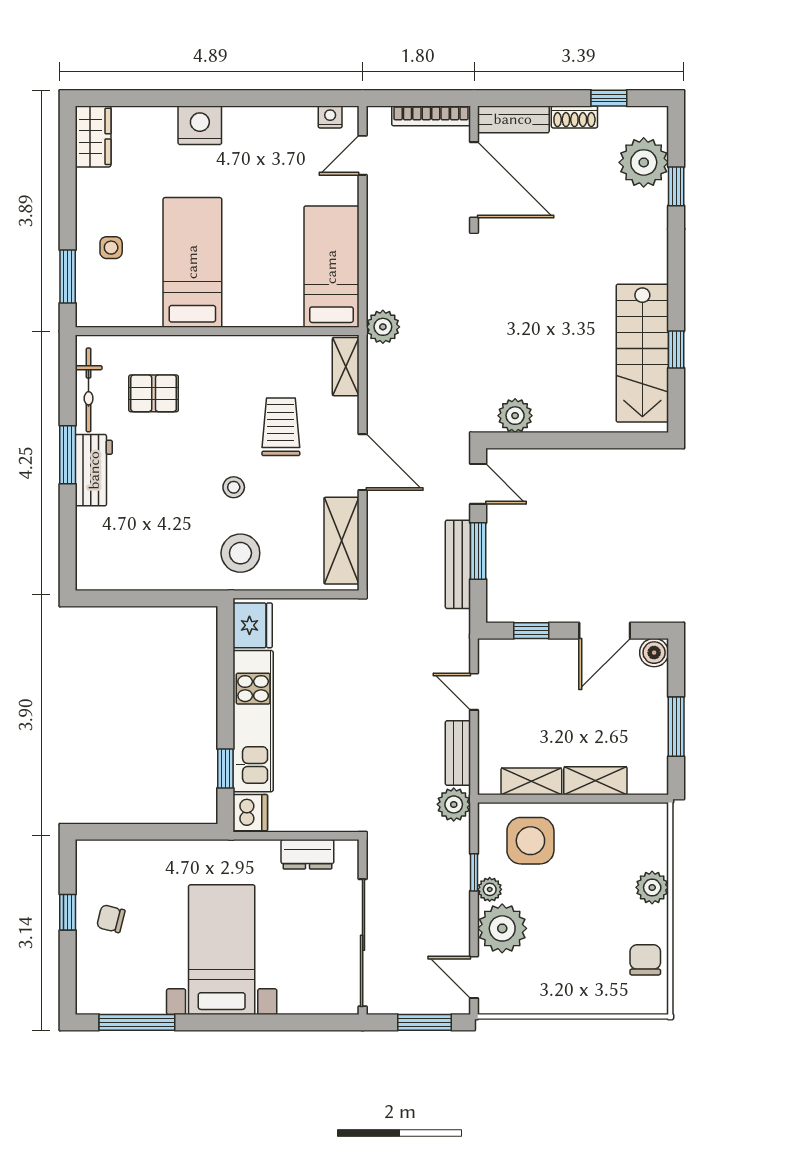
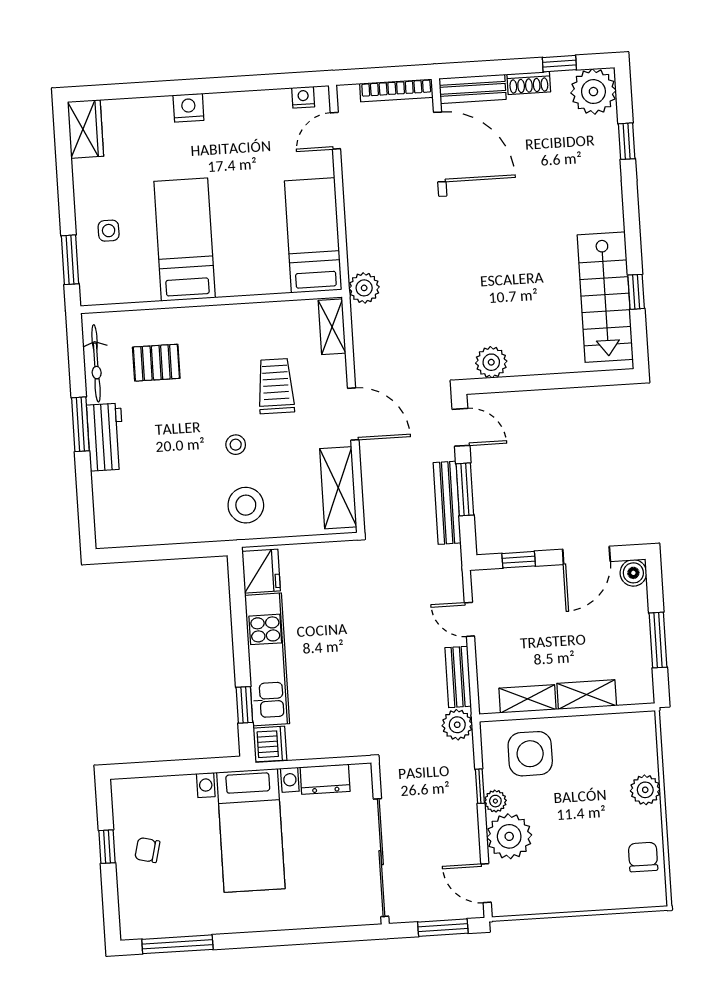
nightstand: (200, 125) -> (188, 108), width x0.74, depth x0.75
plant: (644, 162) -> (593, 92), moved
bed with nightstands: (222, 950) -> (251, 830), moved, turned 180

